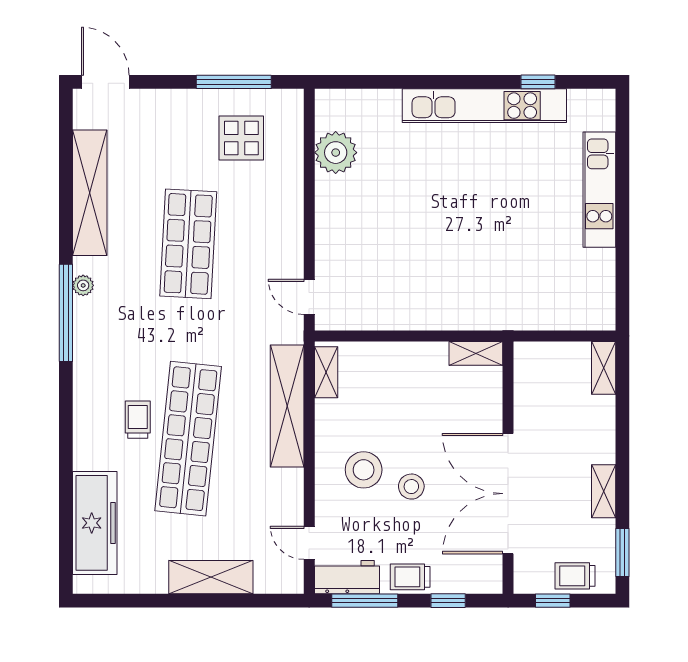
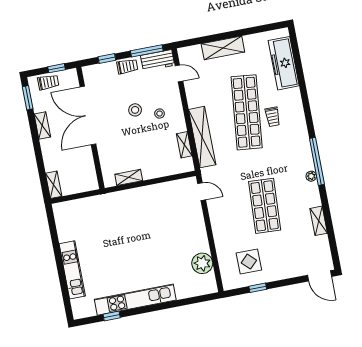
window: (234, 82) -> (258, 288), width x0.46
shelving: (90, 193) -> (319, 221), width x0.45, depth x0.75
shelving: (476, 353) -> (129, 177), moved
shelving: (326, 372) -> (184, 145), moved
stool: (364, 470) -> (160, 114), width x0.53, depth x0.53
double door: (508, 494) -> (88, 115), swing flipped

